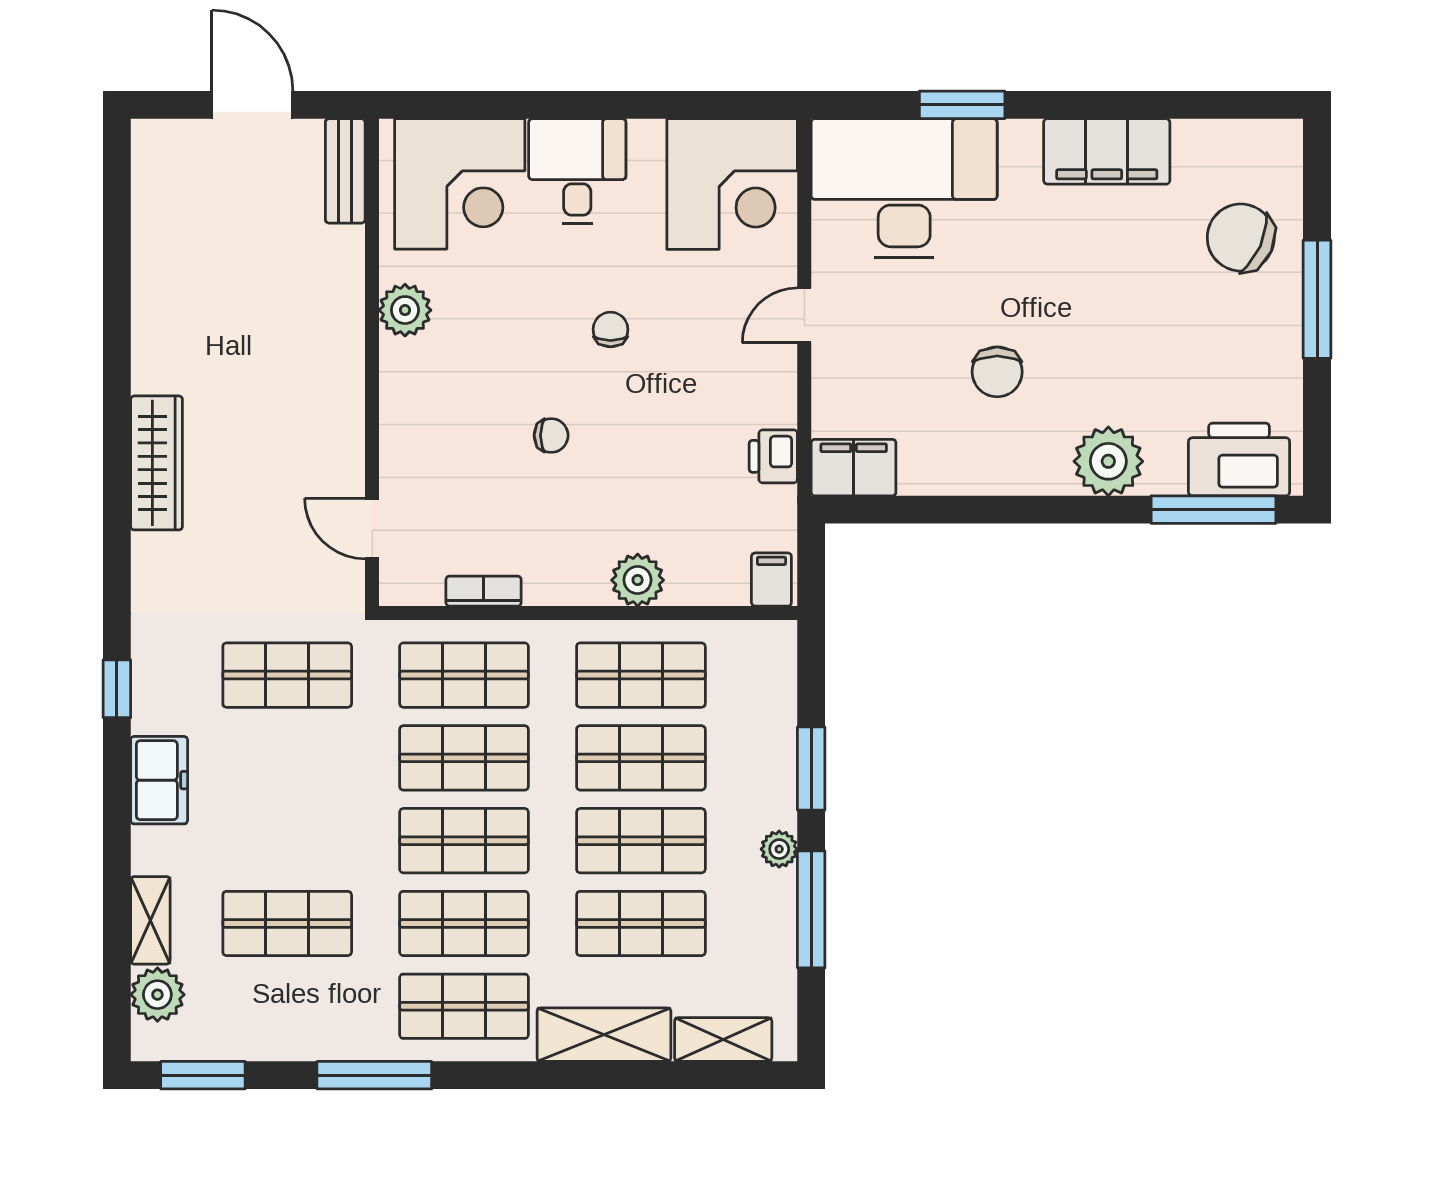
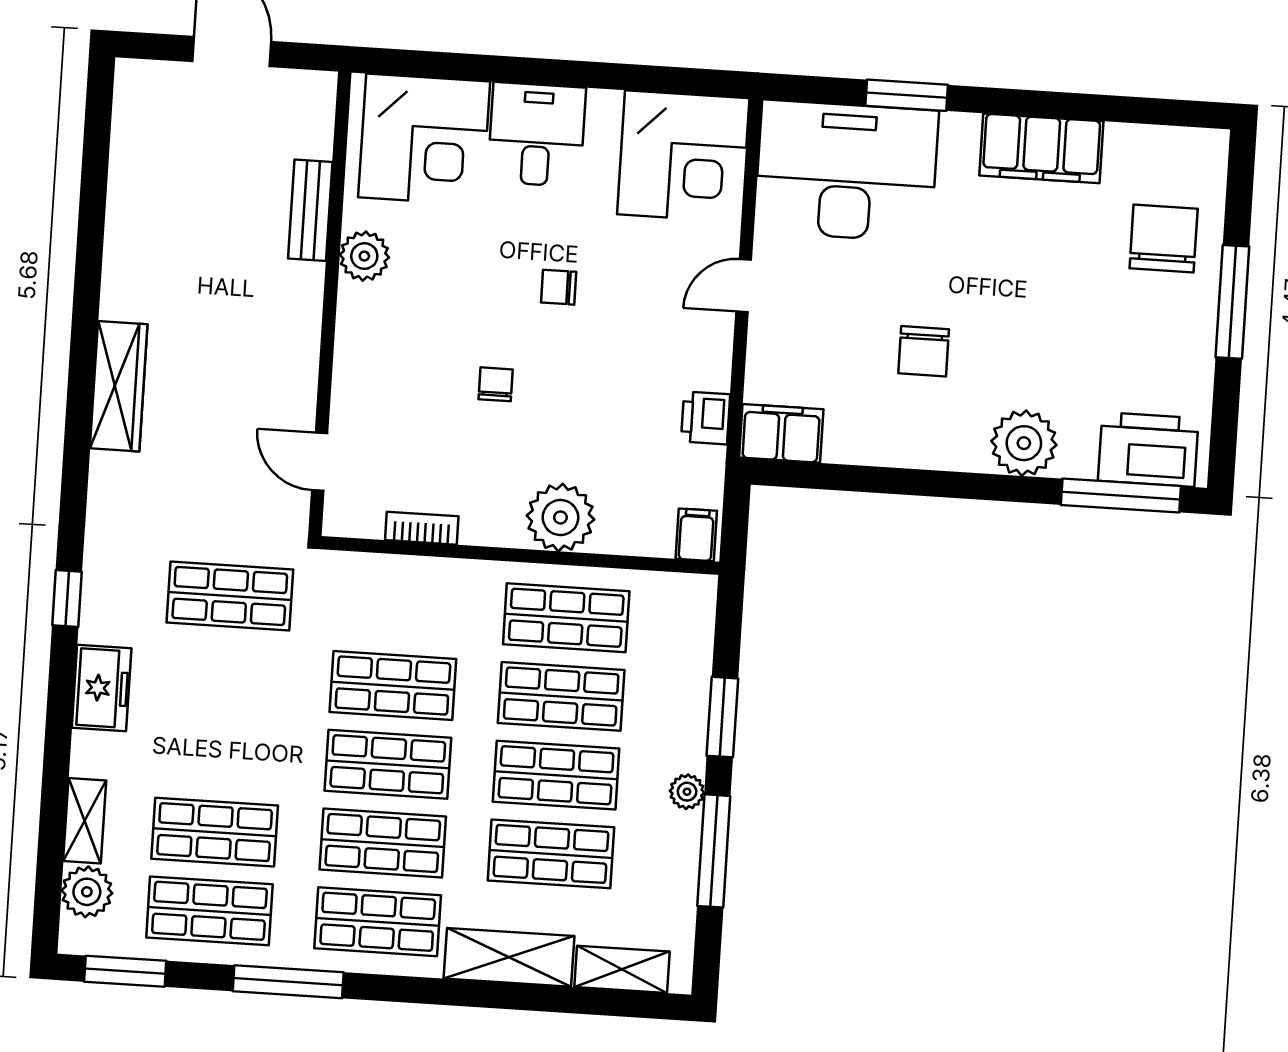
bench: (345, 171) -> (310, 210), moved
chair: (1241, 238) -> (1164, 238), turned 66
chair: (611, 329) -> (559, 287), turned -90
chair: (551, 435) -> (496, 384), turned -90
plant: (638, 580) -> (560, 517), width x1.36, depth x1.36
shop shelf: (464, 675) -> (209, 911), moved

